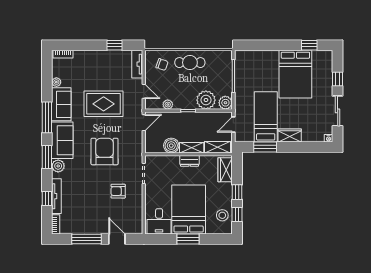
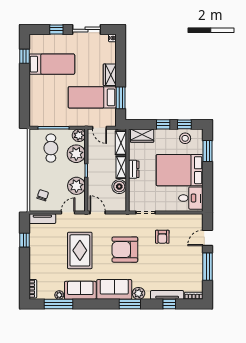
cafe table: (190, 63) -> (51, 148), moved
bed: (295, 74) -> (52, 64), width x0.67
plant: (168, 105) -> (76, 186), width x1.87, depth x1.87
window: (47, 117) -> (59, 304), moved
window: (188, 239) -> (208, 151), moved

